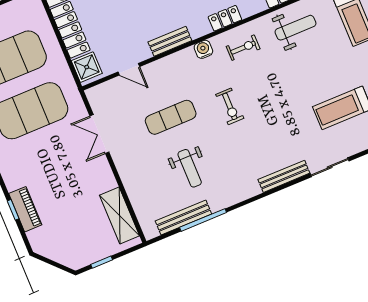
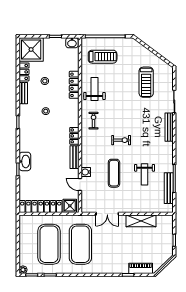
locker: (225, 18) -> (74, 136), moved
water cooler: (203, 49) -> (86, 172), moved
door: (129, 69) -> (80, 185), swing flipped
weight bench: (190, 168) -> (145, 174), turned 90
piano: (25, 209) -> (141, 268), moved
shelving: (119, 216) -> (141, 221), moved

